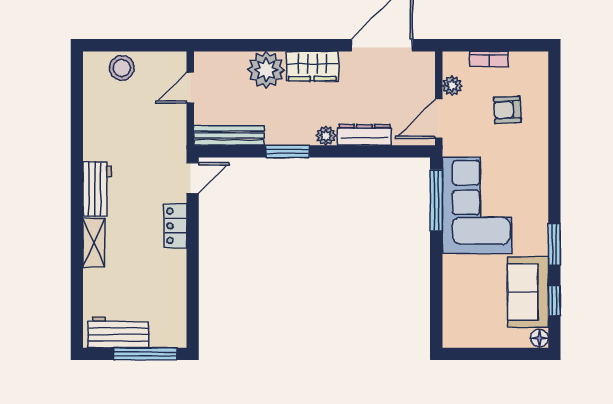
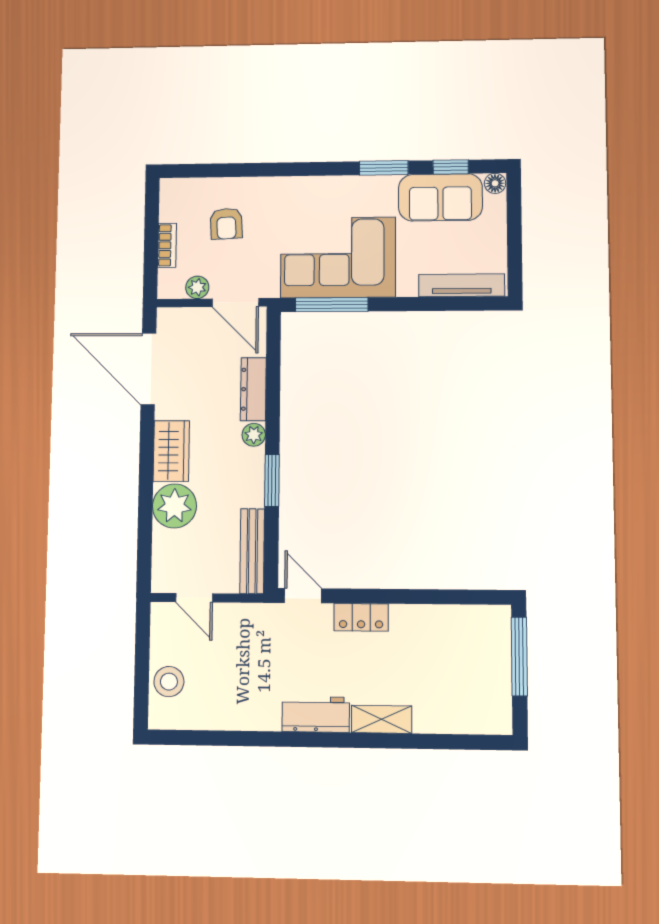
tv unit: (452, 309) -> (462, 285), added
workbench: (118, 332) -> (492, 690), removed

